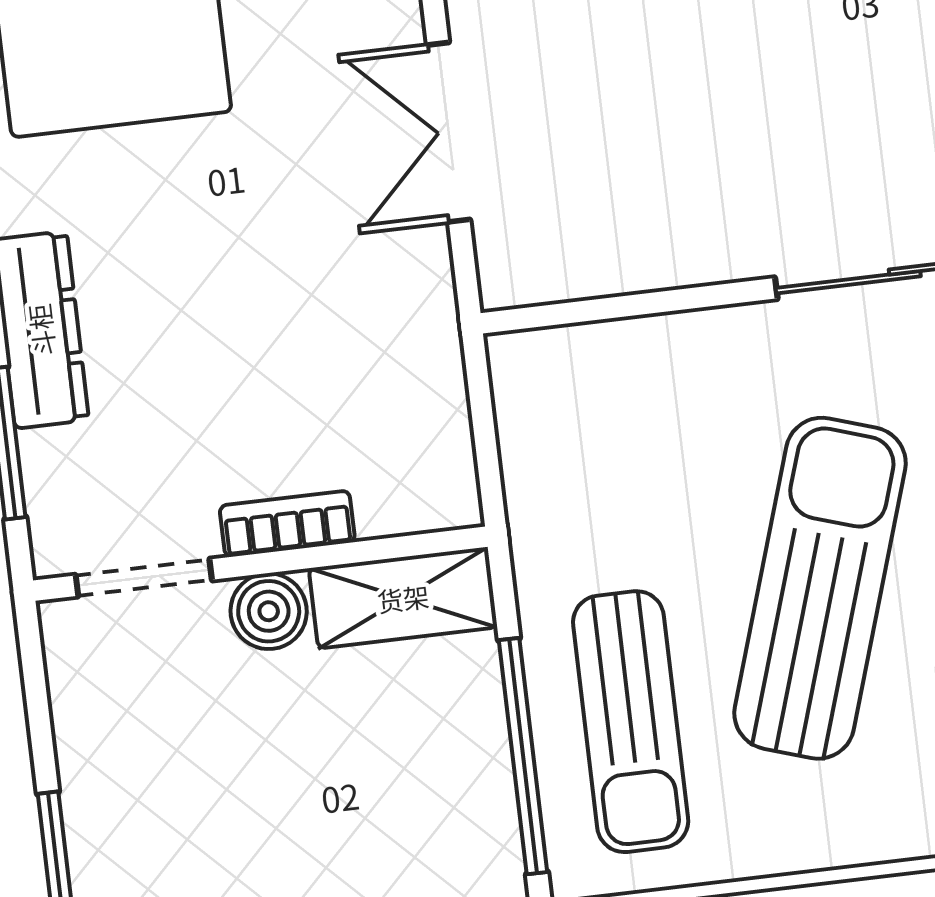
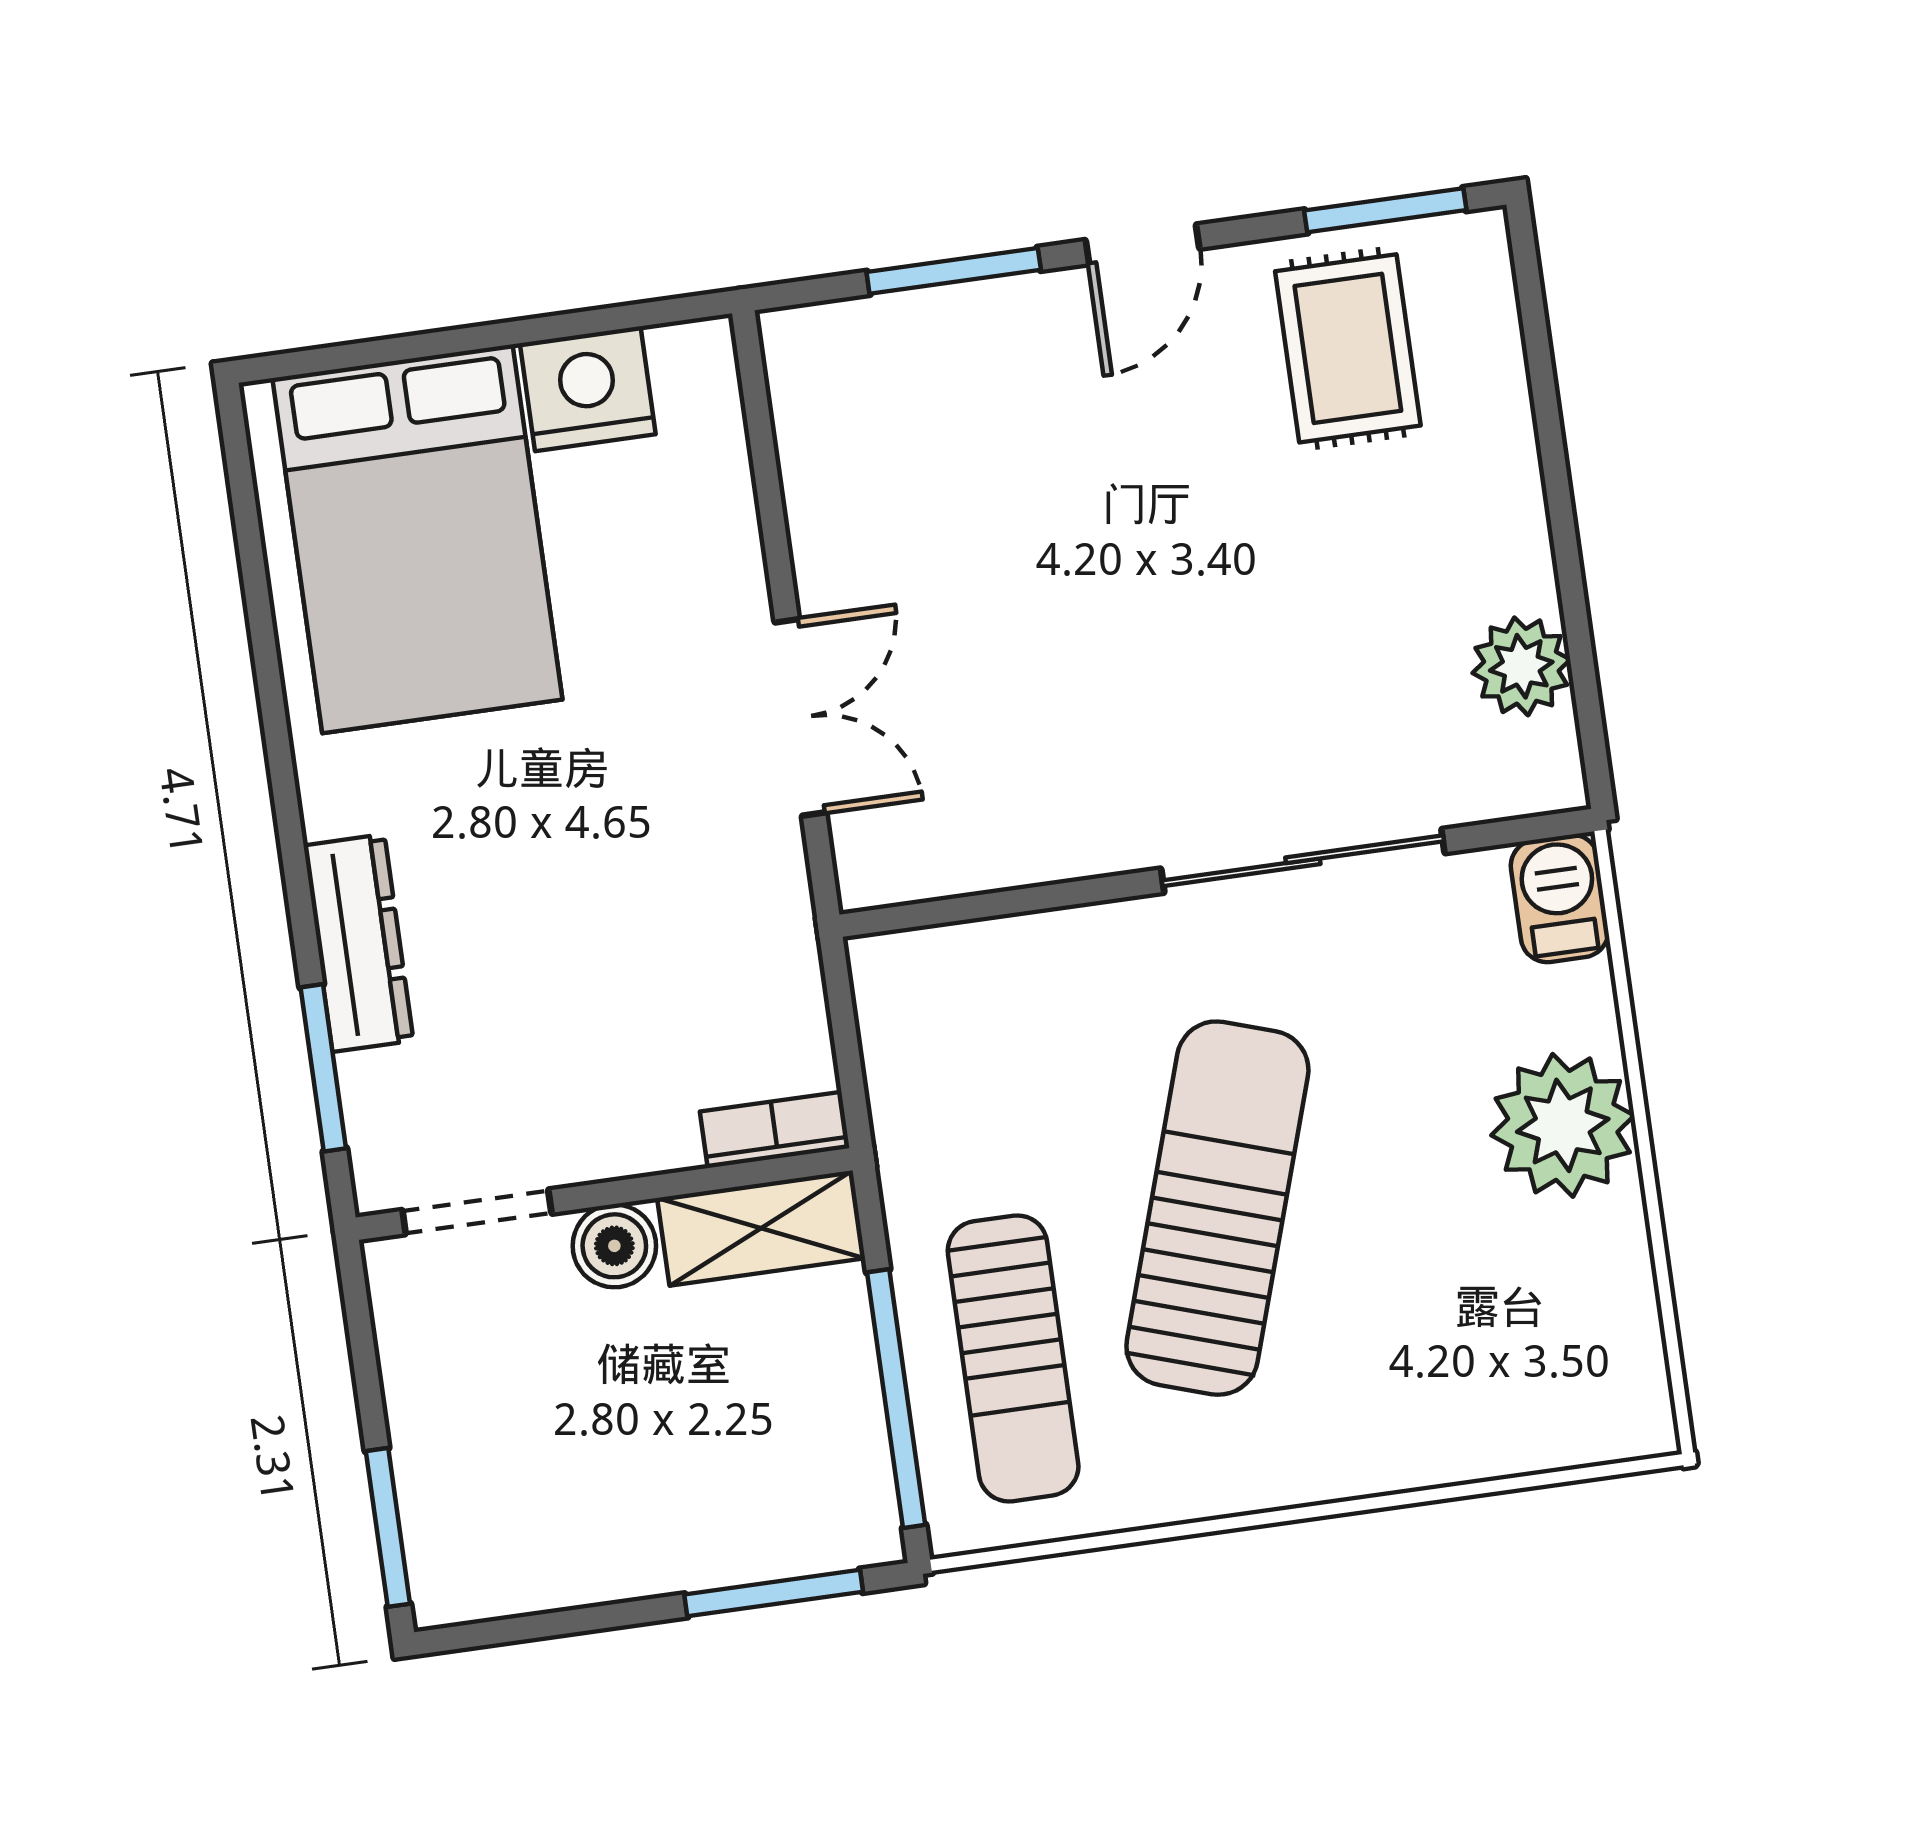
double door: (449, 132) -> (800, 717), swing flipped
bookcase: (287, 524) -> (775, 1130), moved

